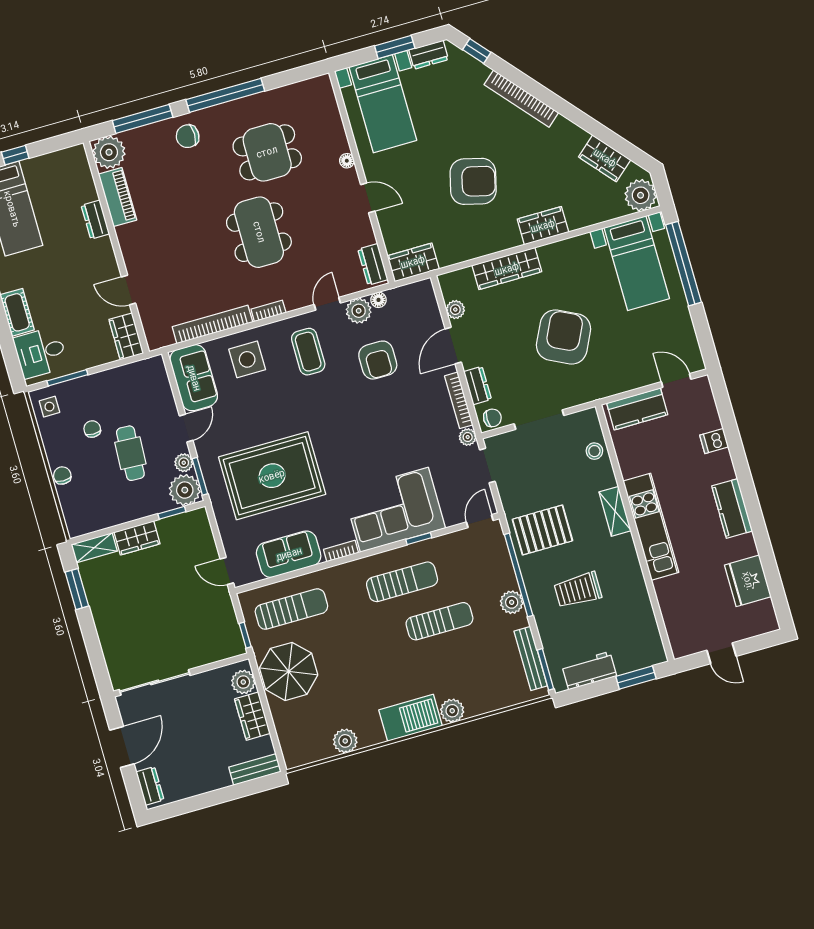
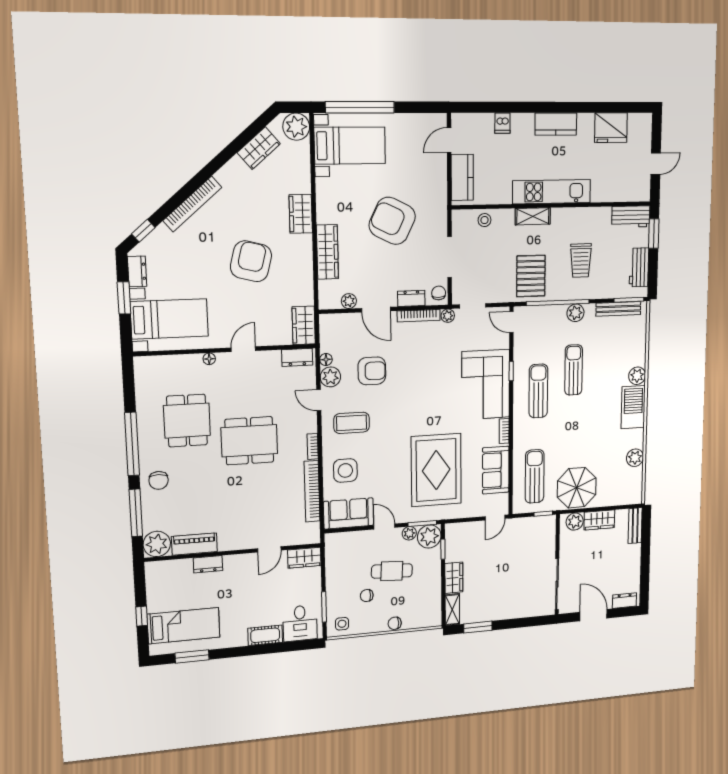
workbench: (649, 640) -> (631, 217), added

